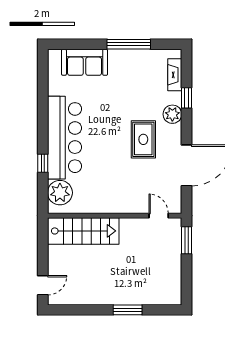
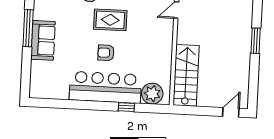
sofa: (85, 62) -> (43, 40), moved
armchair: (105, 136) -> (106, 53), added
door: (43, 285) -> (231, 112), hinge flipped

